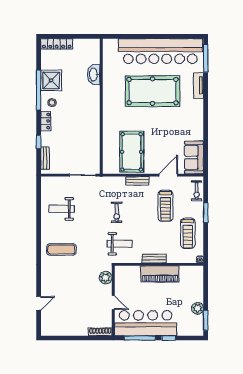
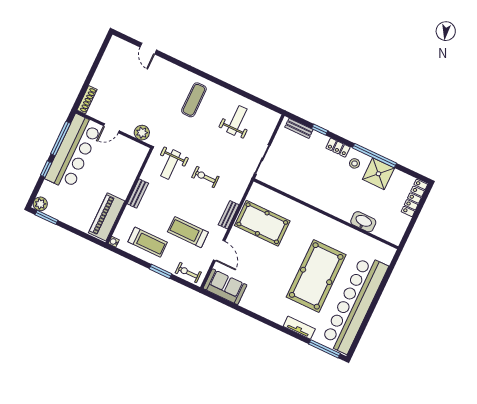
treadmill: (188, 233) -> (148, 242), turned 180
piano: (160, 274) -> (107, 217), moved
plant: (198, 308) -> (40, 204), moved

